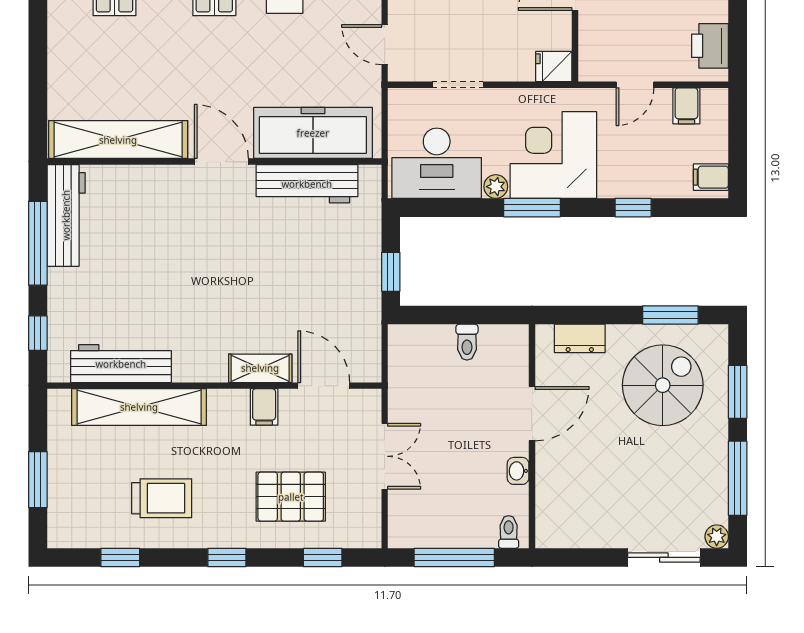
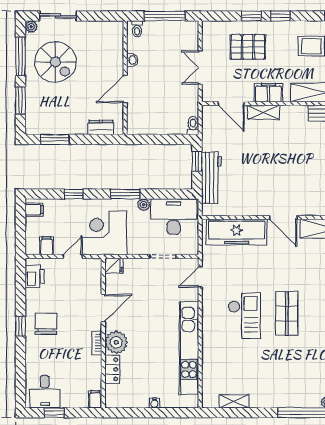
door: (385, 45) -> (200, 277), swing flipped
corner desk: (553, 155) -> (104, 233), moved, turned 180
workbench: (307, 184) -> (211, 178), moved, turned 90
toilet: (467, 342) -> (193, 126), moved
spiral stairs: (663, 385) -> (55, 62), moved, turned -90
filing cabinet: (264, 407) -> (268, 93), width x2.00
window: (323, 557) -> (251, 16), moved

